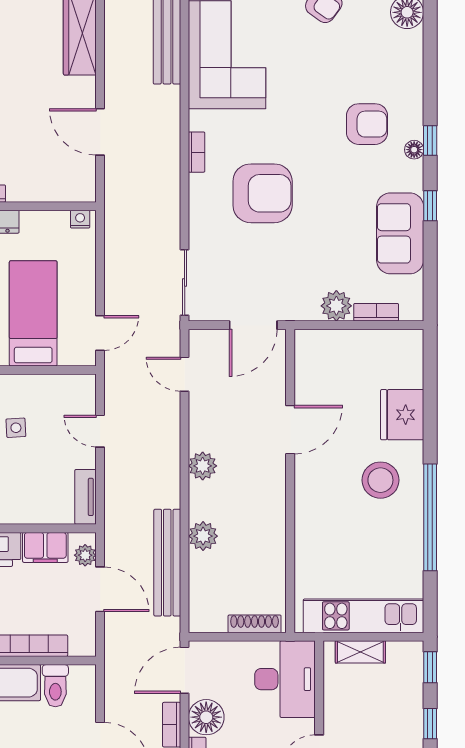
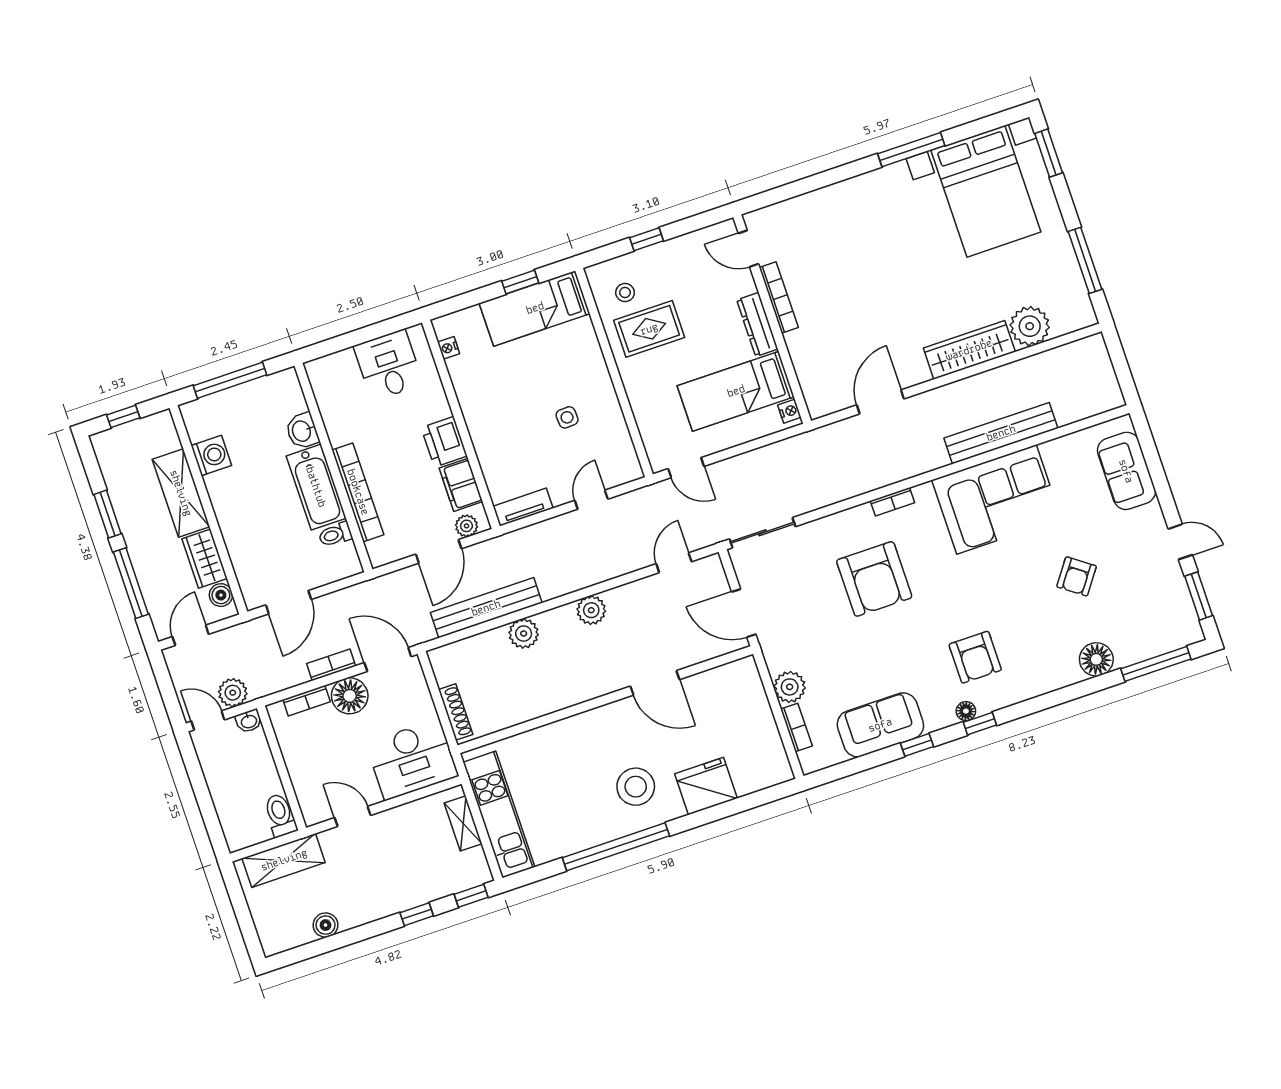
bed: (33, 313) -> (736, 391), moved, turned 180
toilet: (55, 686) -> (335, 534), width x0.73, depth x0.72

